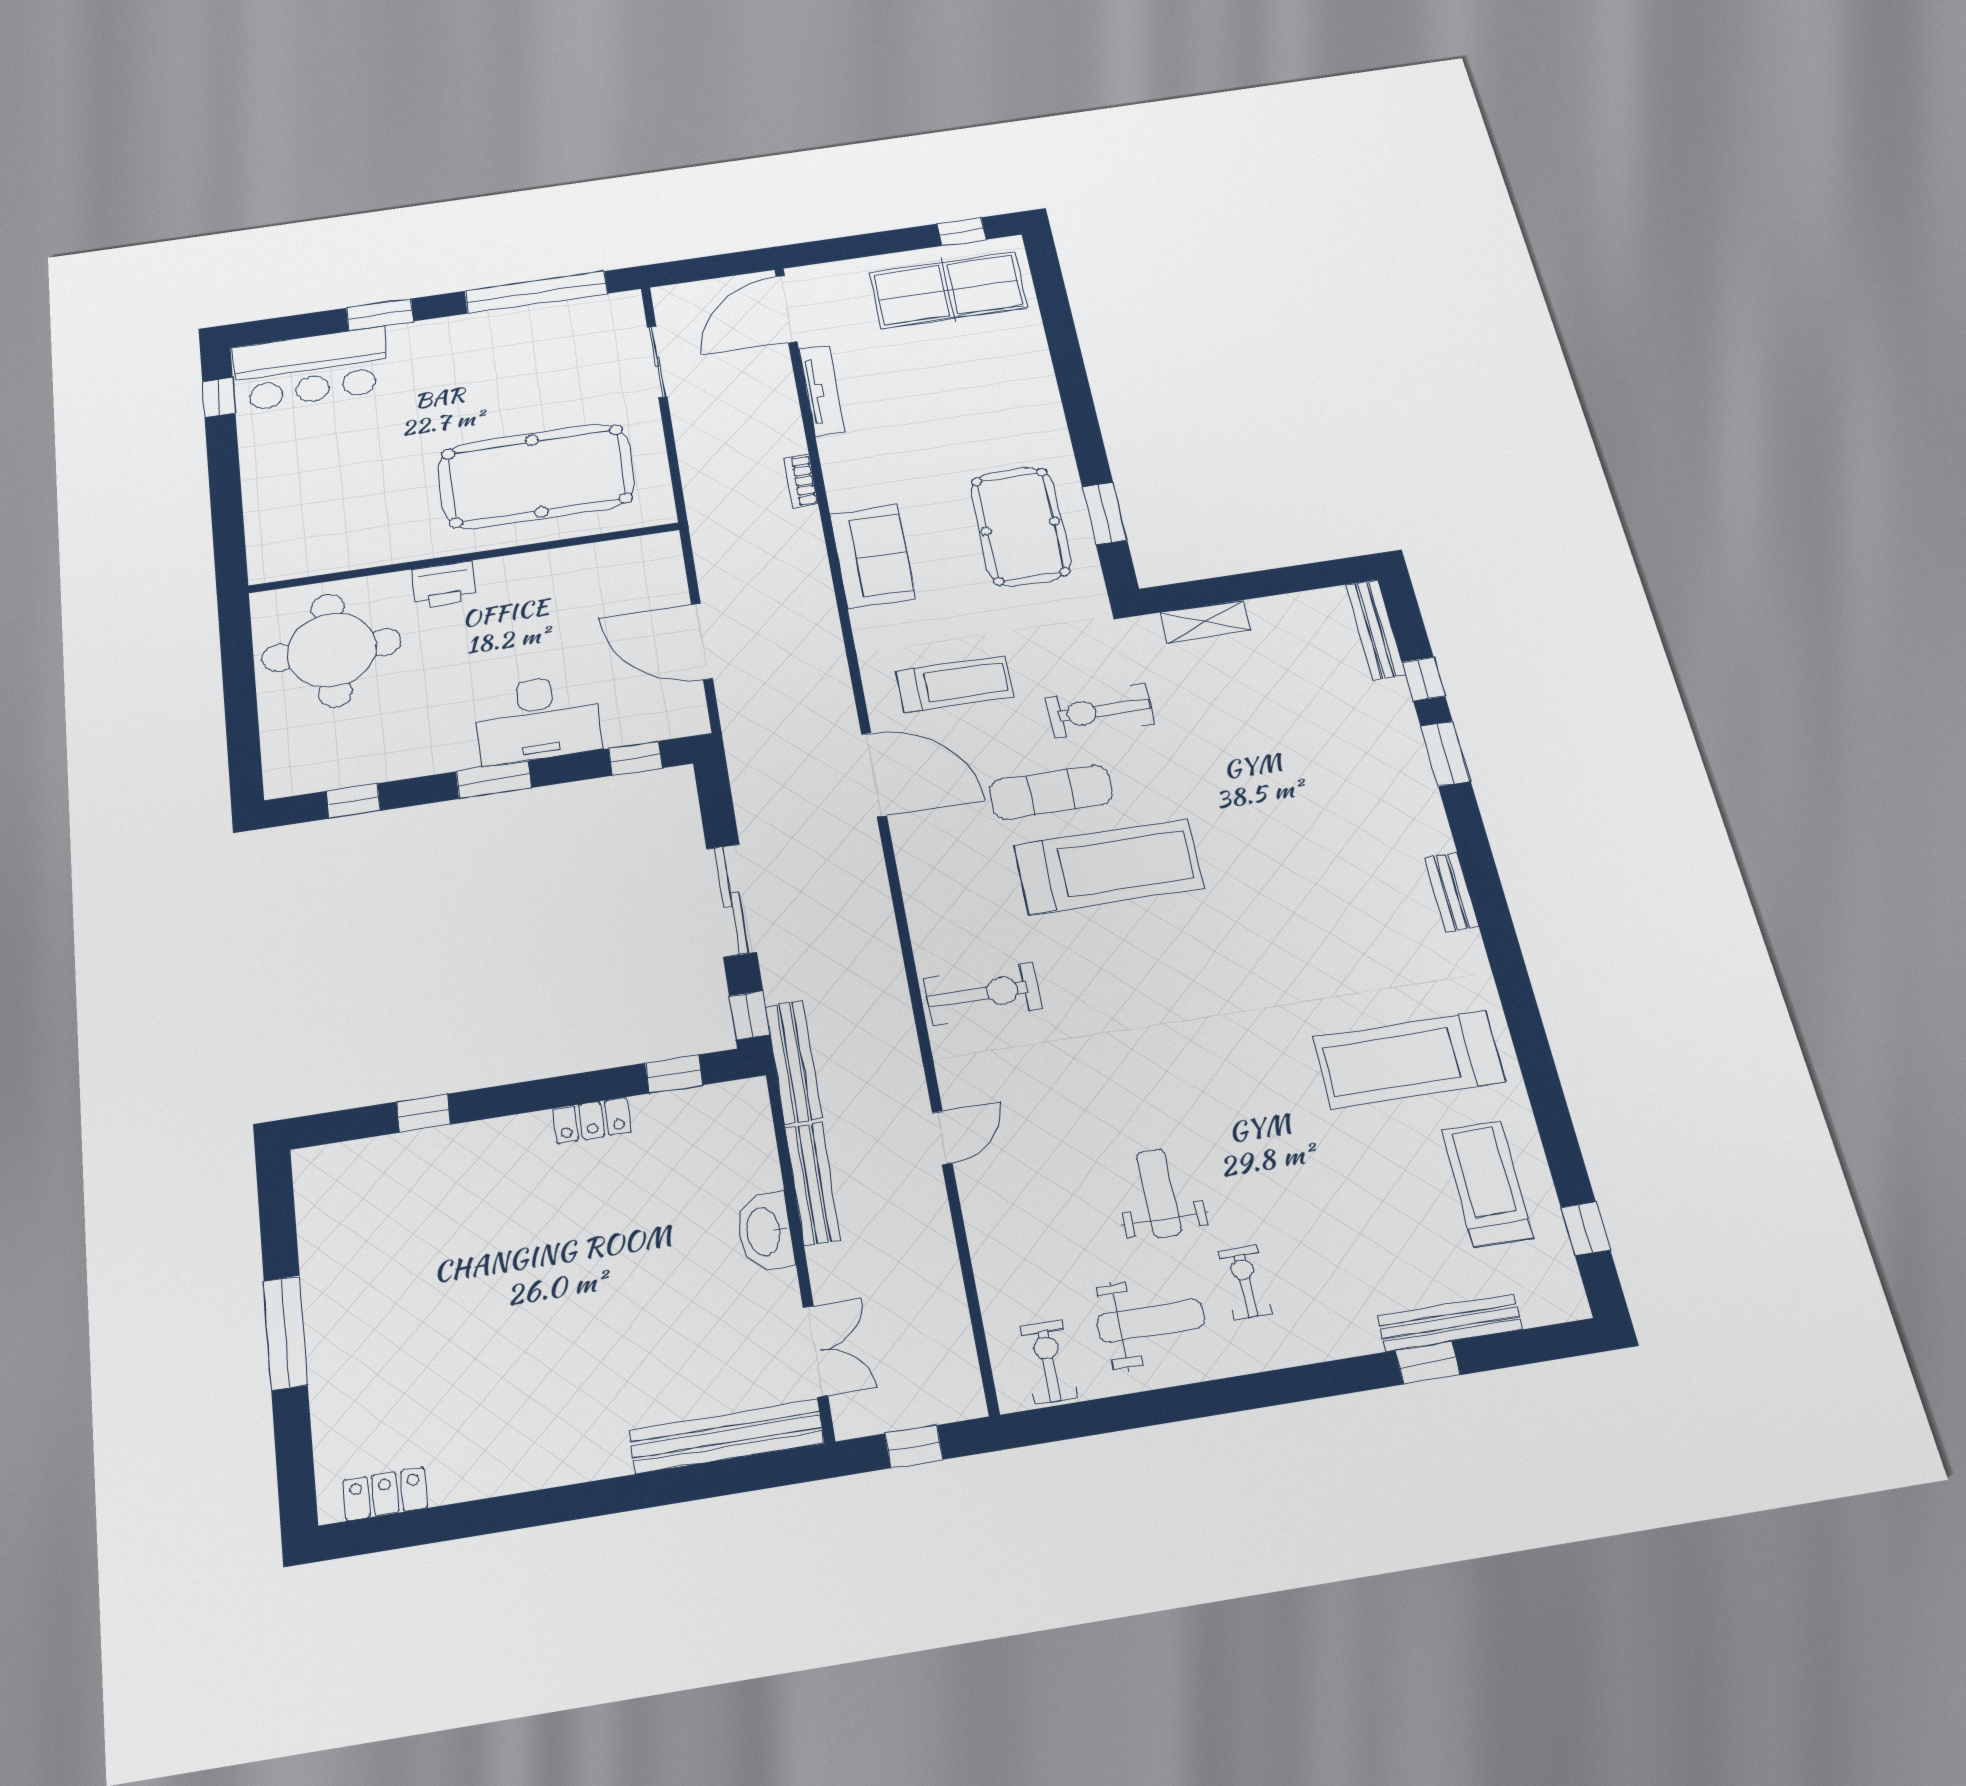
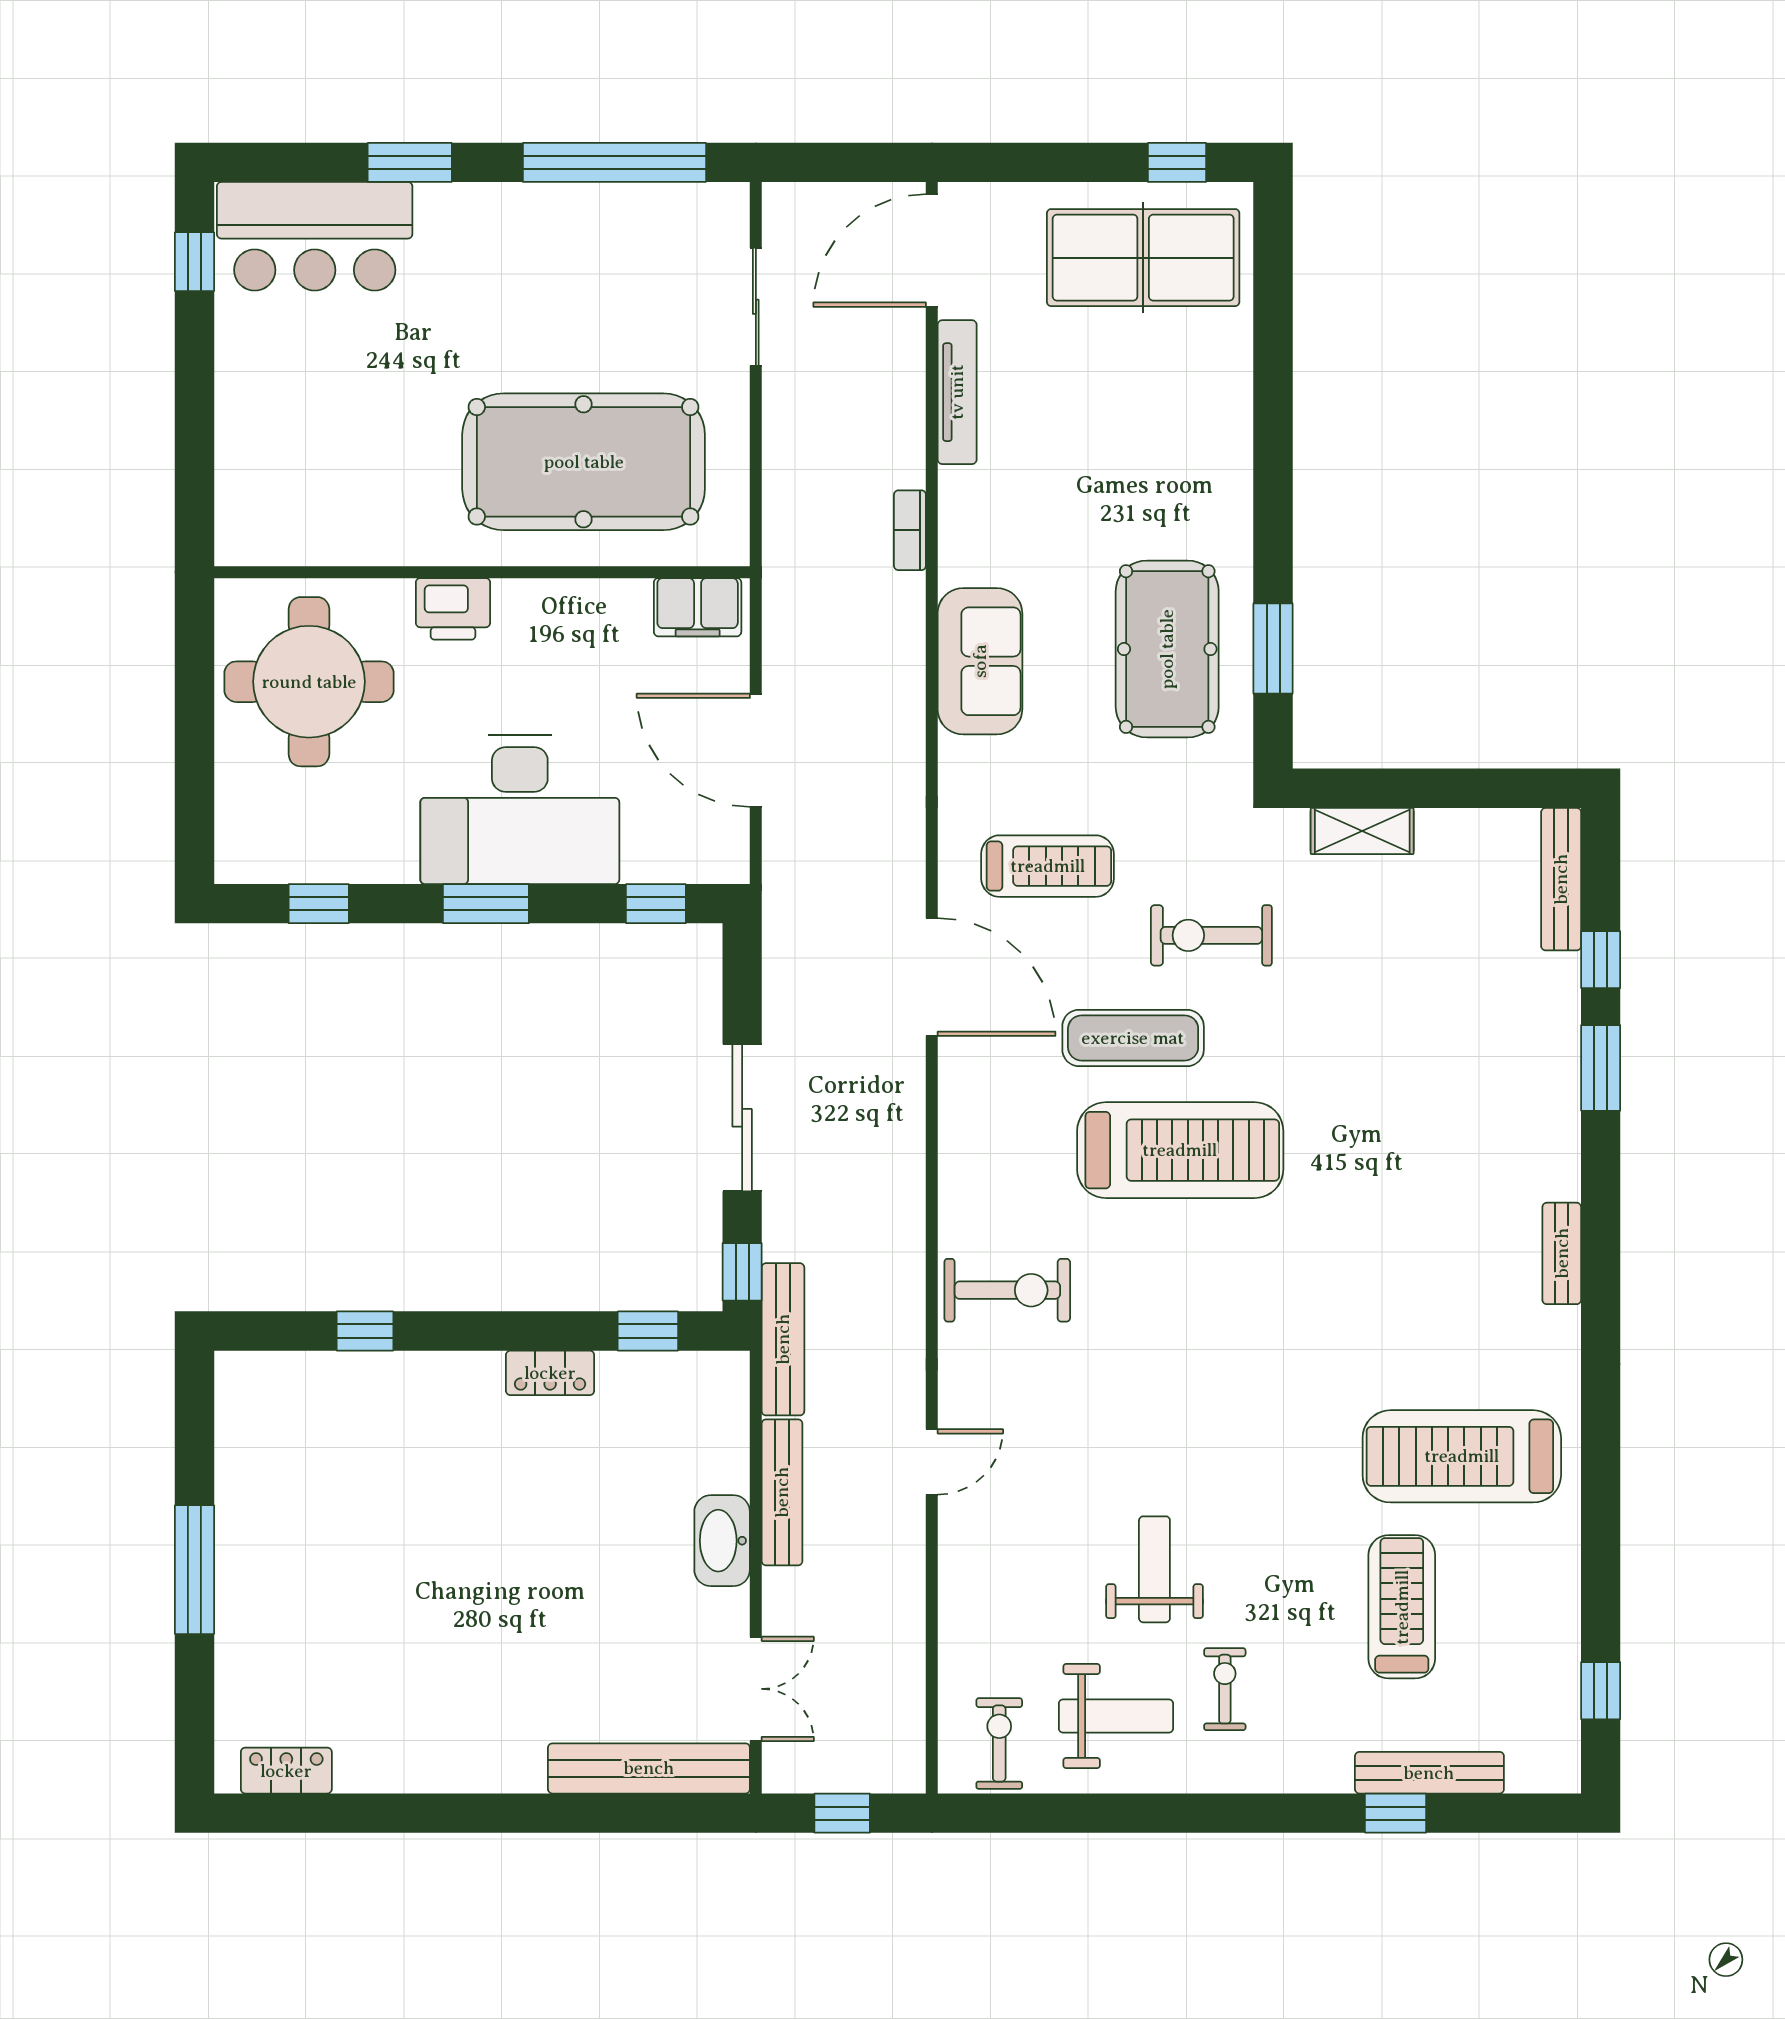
filing cabinet: (640, 555) -> (698, 607), added
desk: (537, 719) -> (520, 810), width x1.36, depth x1.30
treadmill: (1487, 1184) -> (1402, 1607), moved

